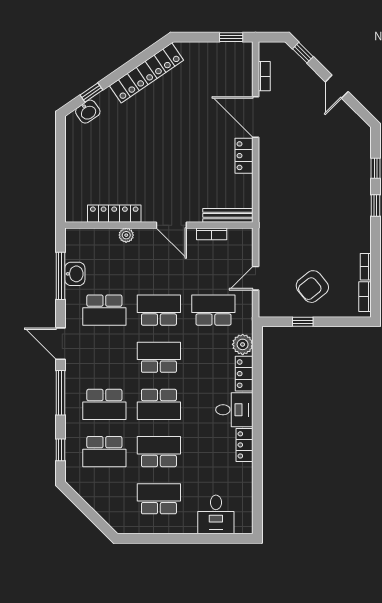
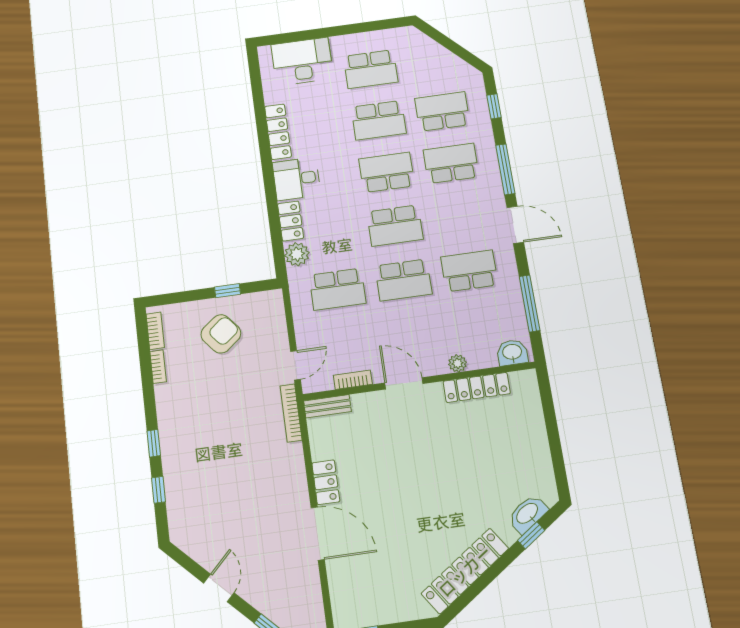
bookcase: (264, 76) -> (291, 413), moved, width x1.56
washbasin: (88, 112) -> (528, 514), width x1.38
bench: (228, 215) -> (327, 406), width x0.73
washbasin: (75, 274) -> (512, 352), moved, turned 90
door: (256, 278) -> (296, 365), moved
locker: (245, 445) -> (278, 132), width x1.53
desk: (216, 514) -> (302, 61), width x1.37

